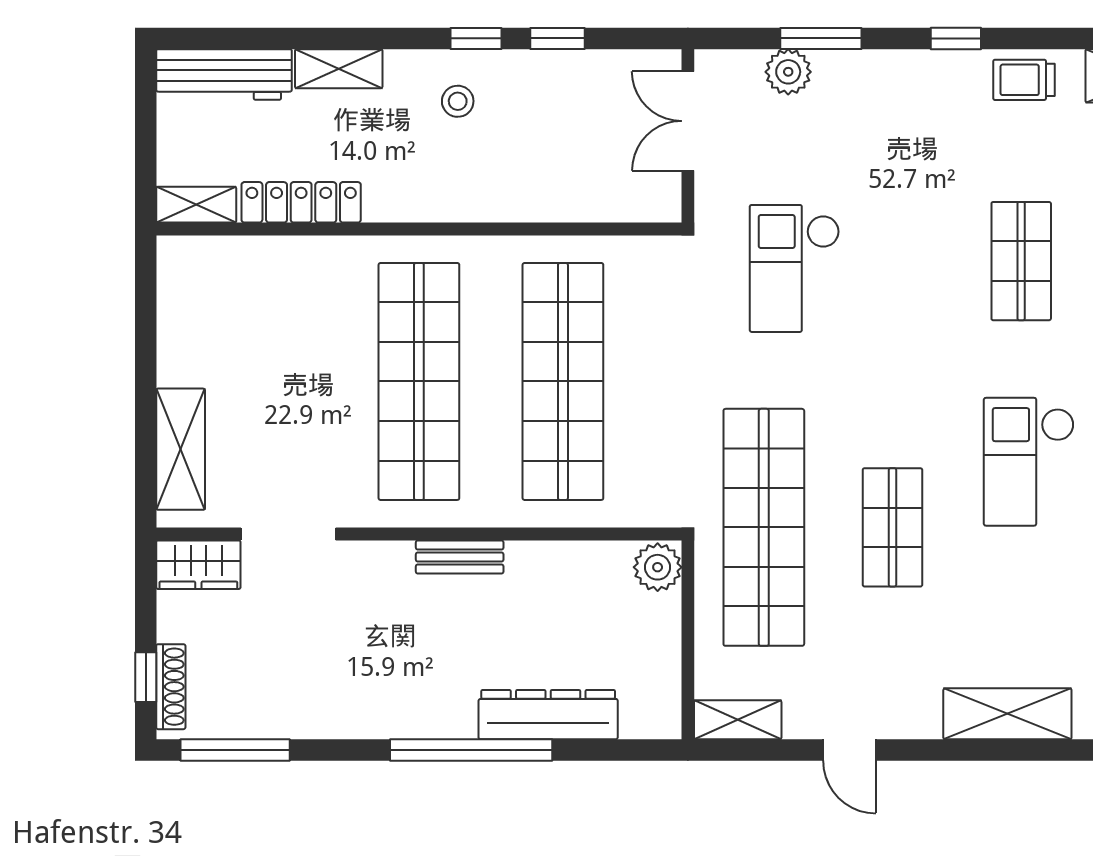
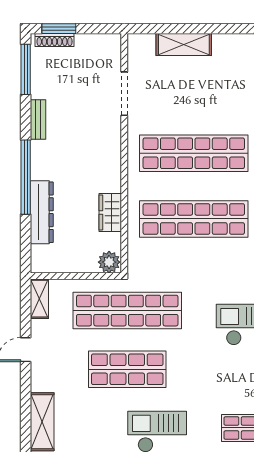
shelving: (181, 449) -> (184, 45), moved
shop shelf: (892, 527) -> (127, 369), width x1.43, depth x1.36
bench: (460, 557) -> (38, 120), moved
wardrobe: (198, 565) -> (110, 212), moved
window: (146, 677) -> (59, 29), width x1.50

